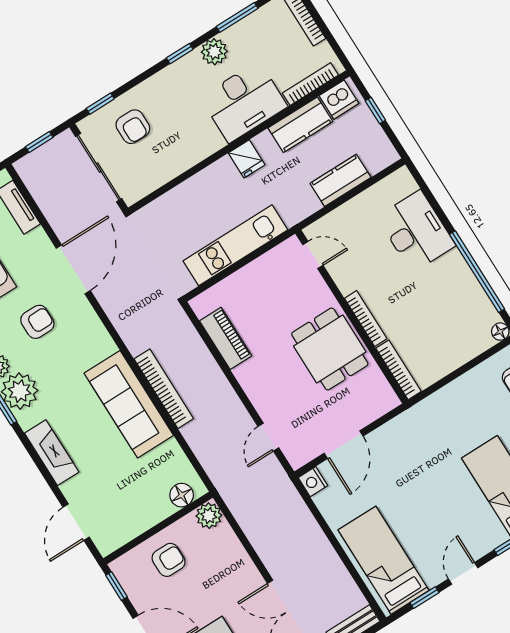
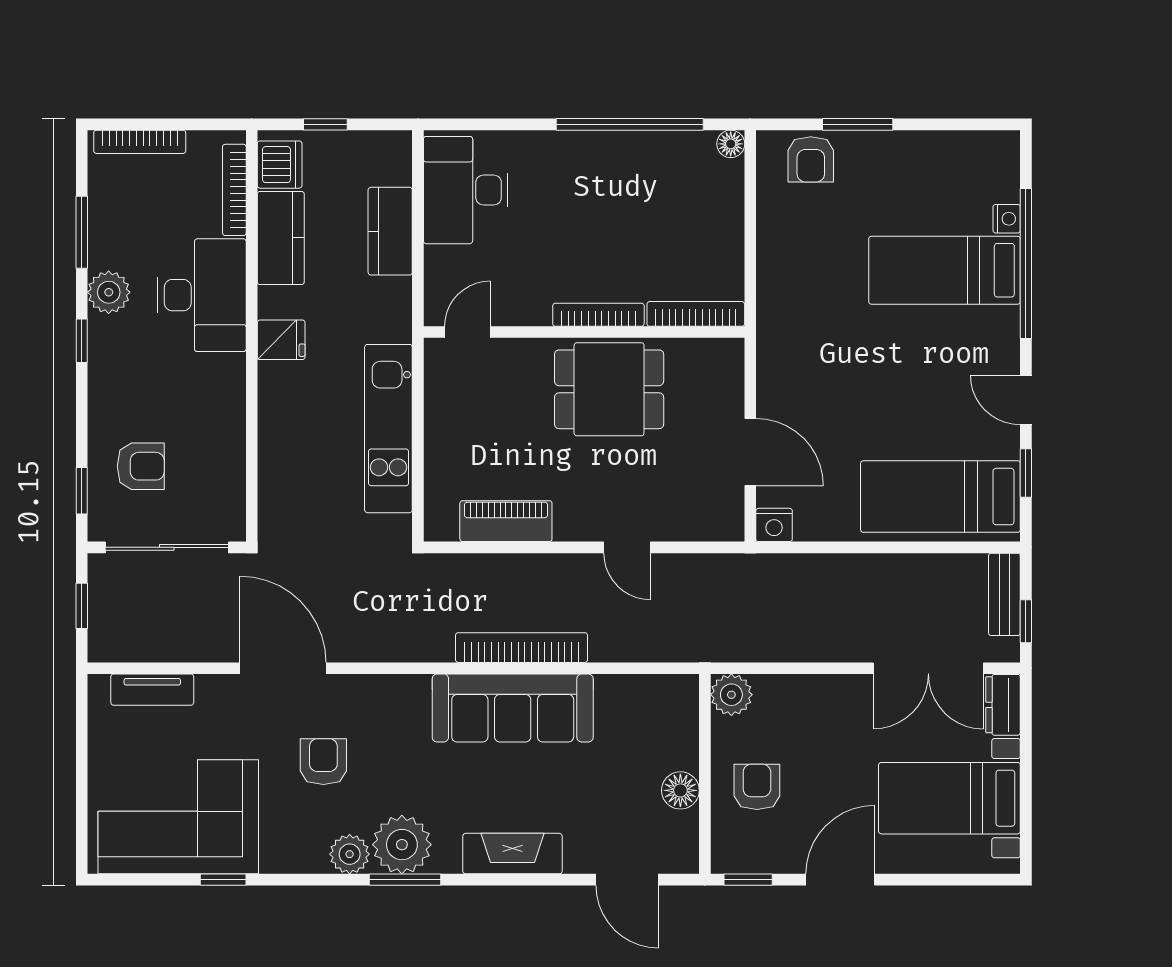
desk: (416, 231) -> (466, 190), moved, turned -90
door: (268, 437) -> (627, 547), moved
floor lamp: (182, 495) -> (680, 790), moved

